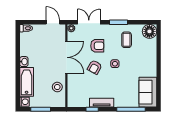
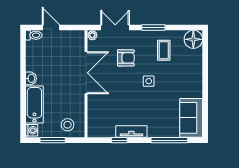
door: (53, 22) -> (51, 28), moved
armchair: (95, 67) -> (122, 86), removed
stool: (57, 87) -> (68, 125), moved

